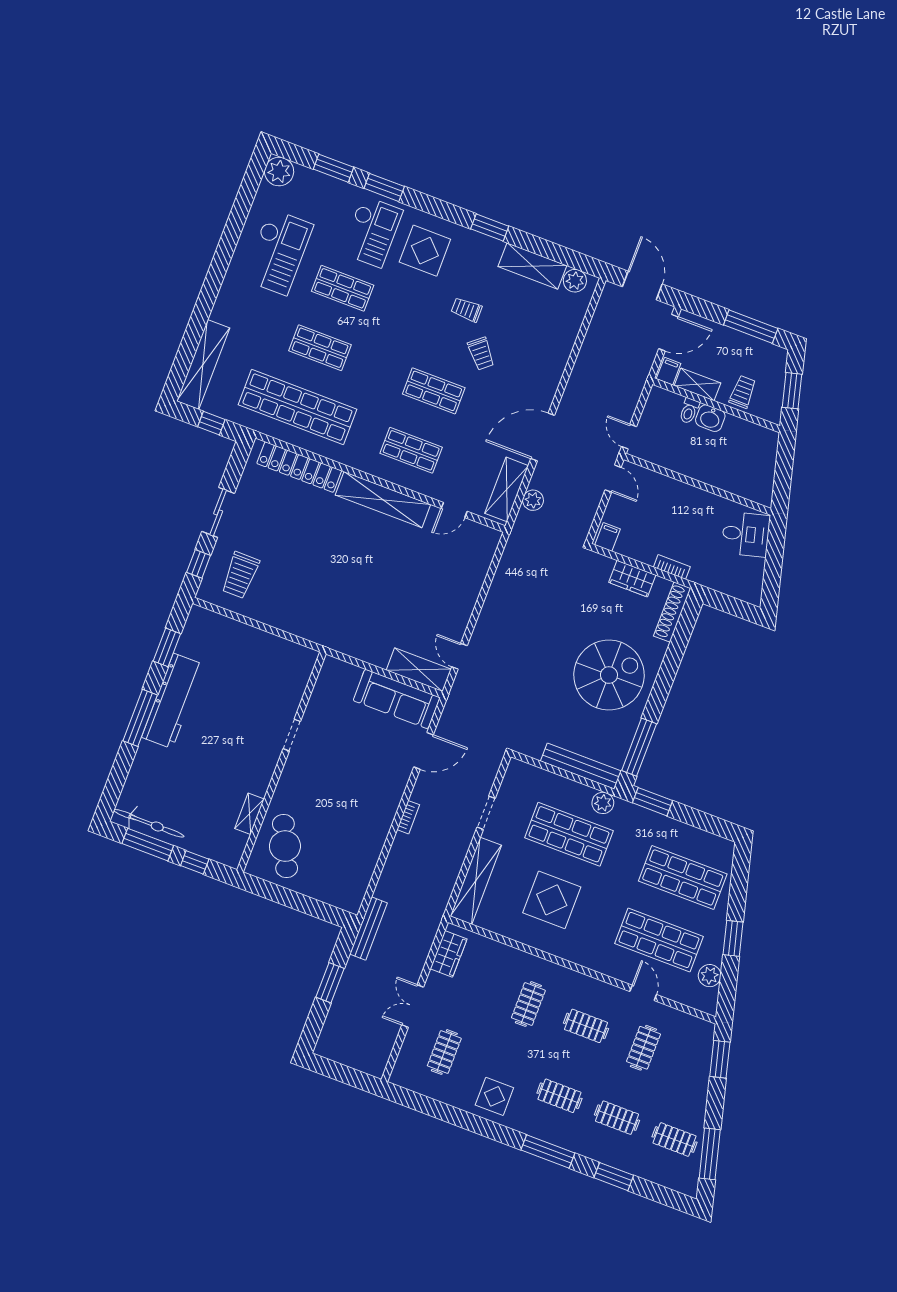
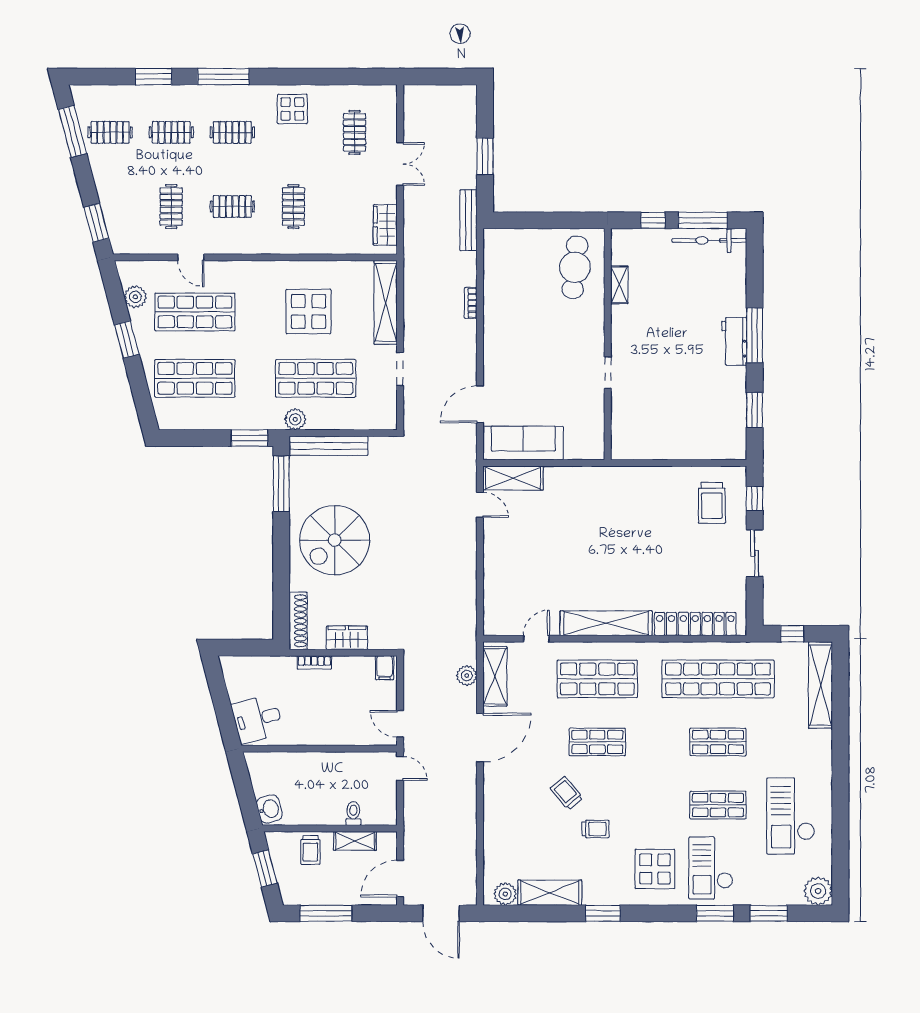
filing cabinet: (669, 371) -> (386, 843), removed
washbasin: (710, 418) -> (269, 809), moved, turned 75
shop shelf: (411, 450) -> (597, 679), width x1.43, depth x1.36
trolley: (240, 575) -> (712, 503), turned 180
workbench: (173, 701) -> (734, 341), width x0.53, depth x0.76
bookcase: (408, 817) -> (471, 303), moved
cafe table: (285, 846) -> (575, 267), turned 31

